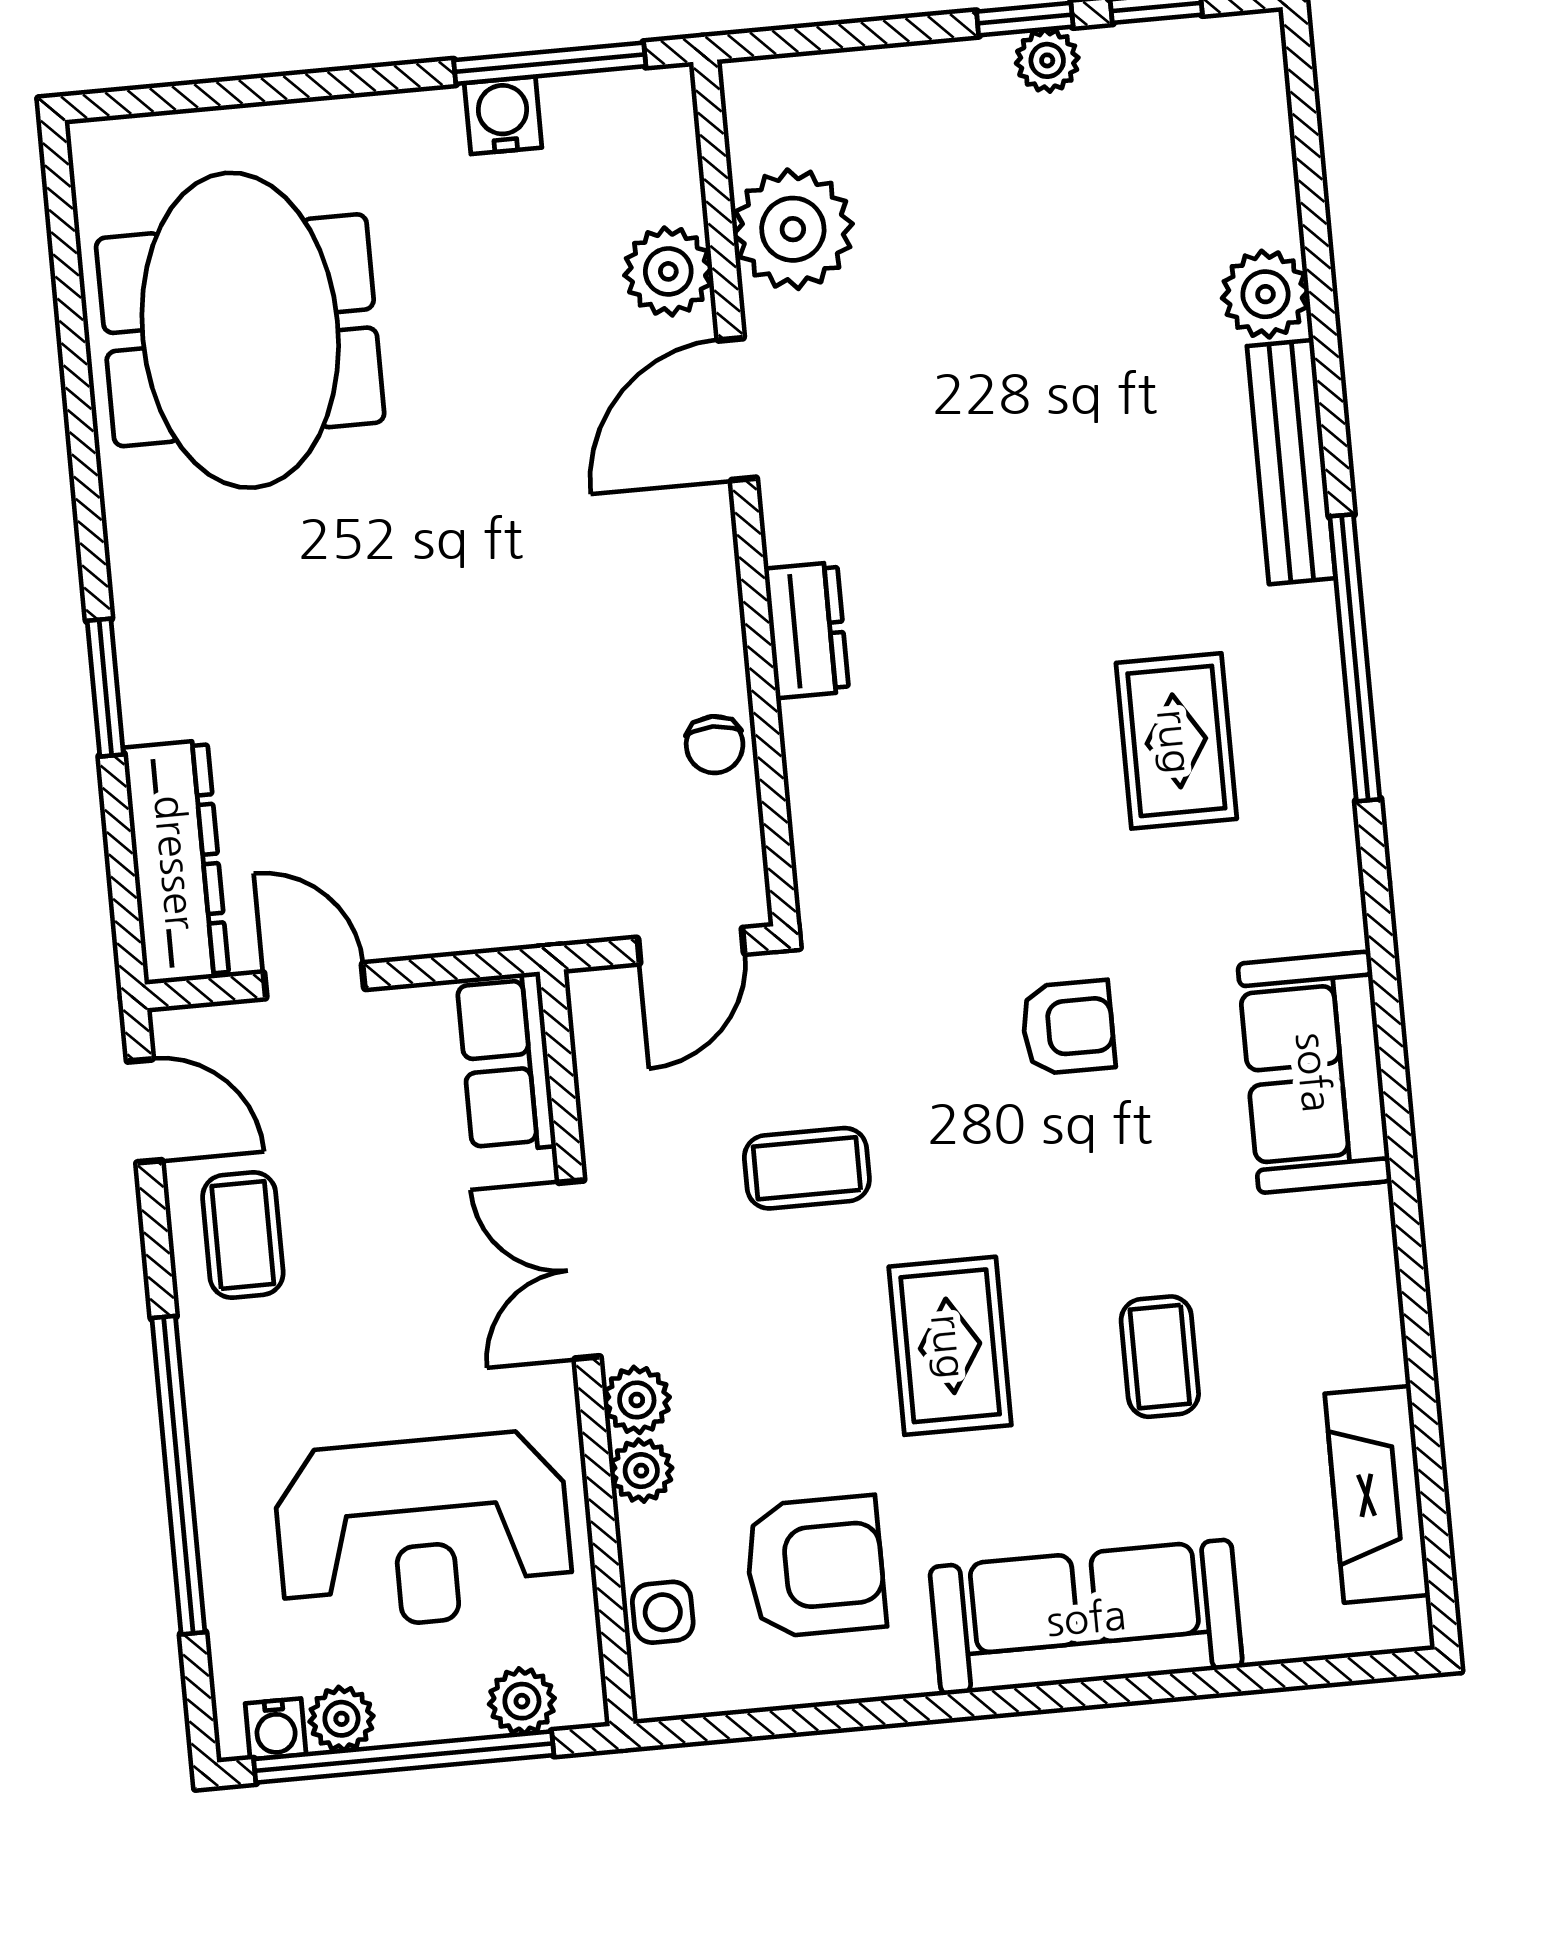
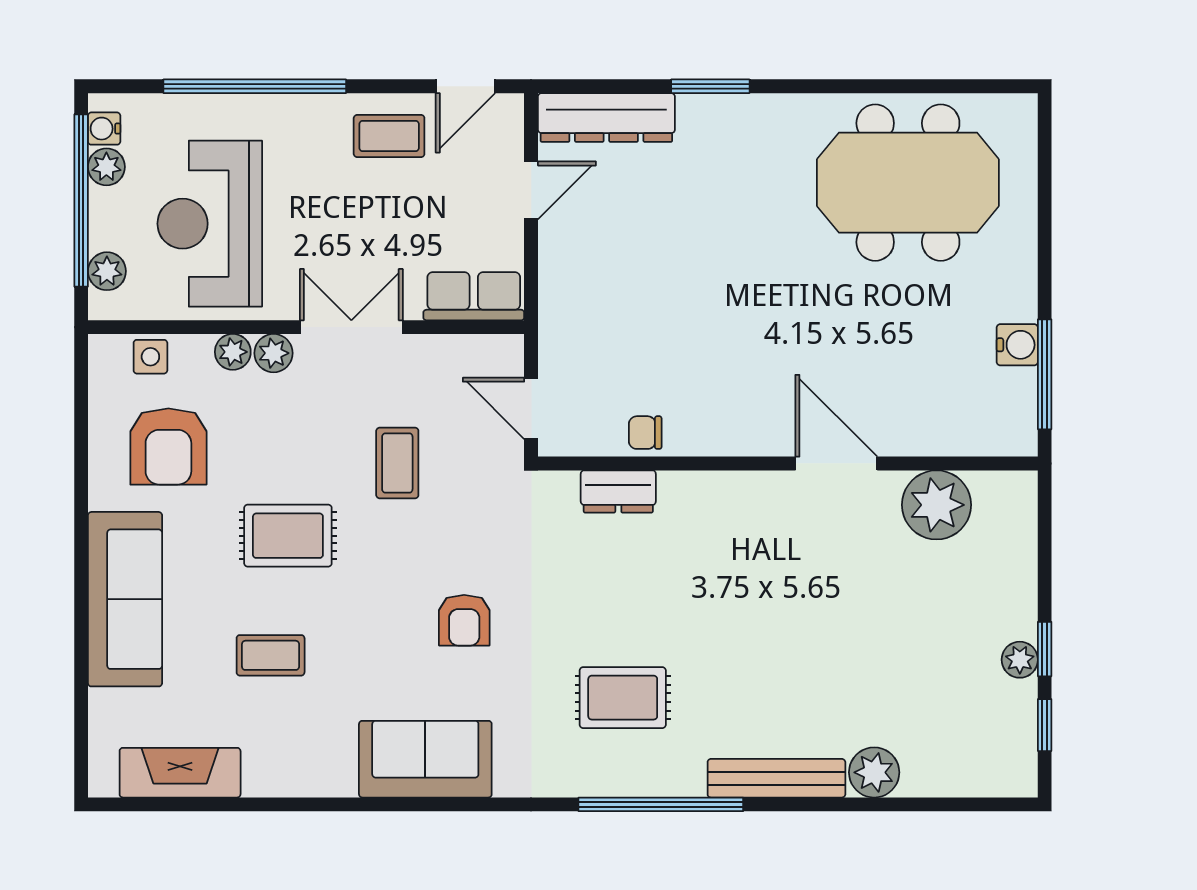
plant: (668, 271) -> (919, 431), removed
dresser: (807, 630) -> (618, 491), moved

